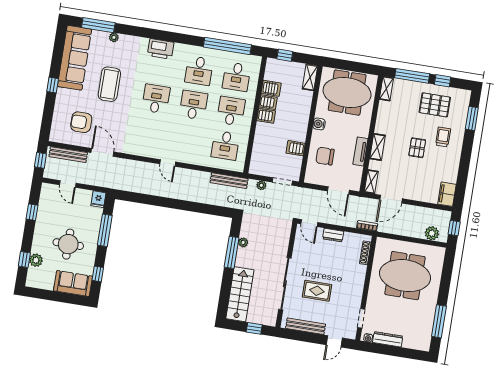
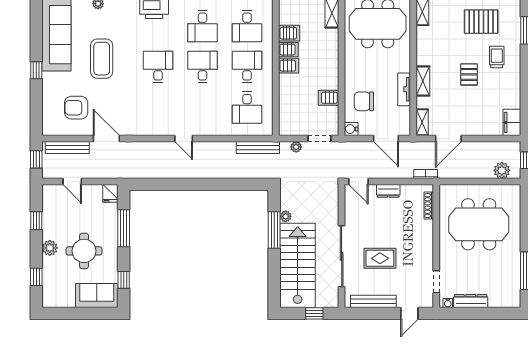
water cooler: (319, 124) -> (351, 129), moved
plant: (36, 260) -> (50, 248), moved
stairs: (240, 294) -> (298, 265), width x1.36, depth x1.51

